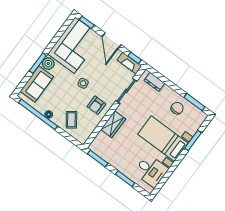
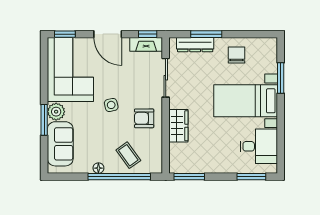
dresser: (154, 82) -> (195, 45), width x1.44
window: (194, 102) -> (206, 34), moved
armchair: (96, 105) -> (144, 118), turned 90
window: (38, 114) -> (119, 177), moved
window: (125, 179) -> (251, 177), moved

